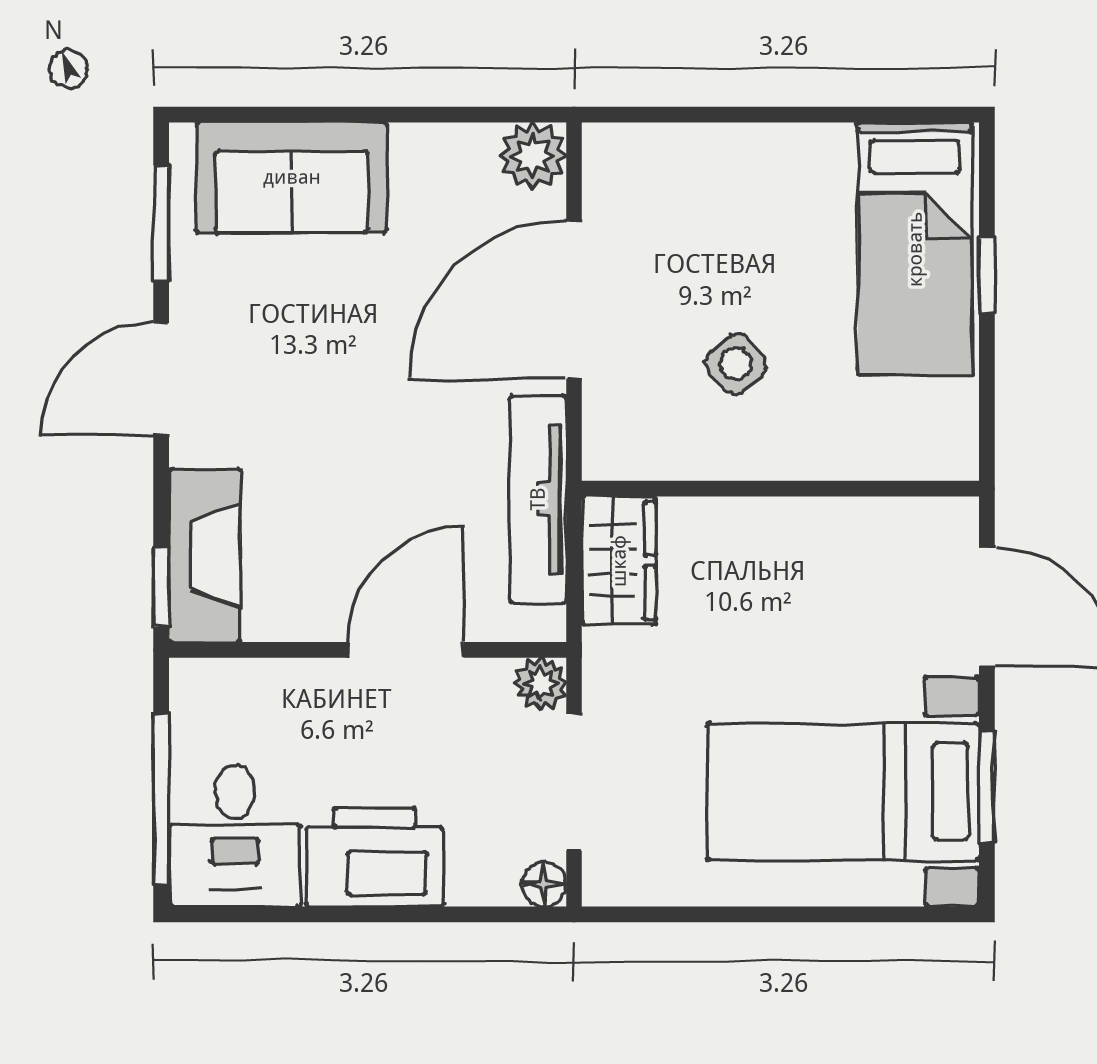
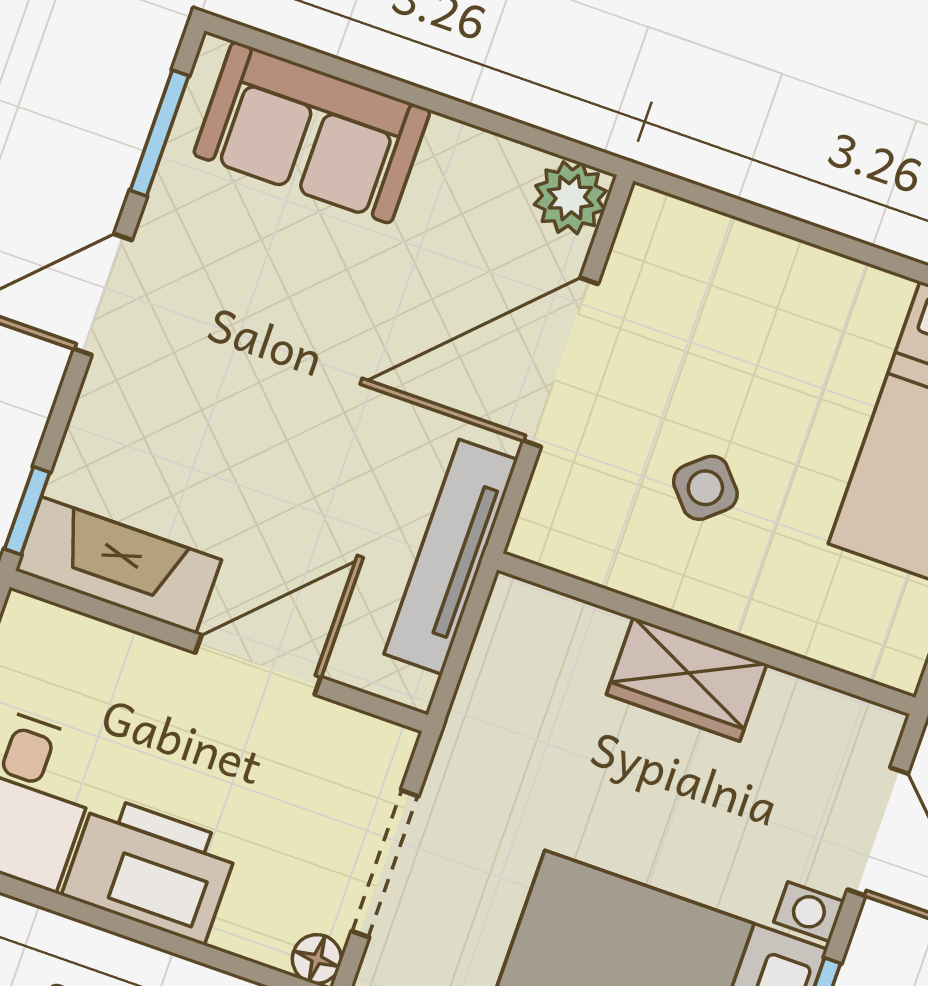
fireplace: (205, 555) -> (118, 565), moved, turned -90
wardrobe: (619, 561) -> (687, 679), moved, turned 90
plant: (540, 684) -> (386, 749), removed

